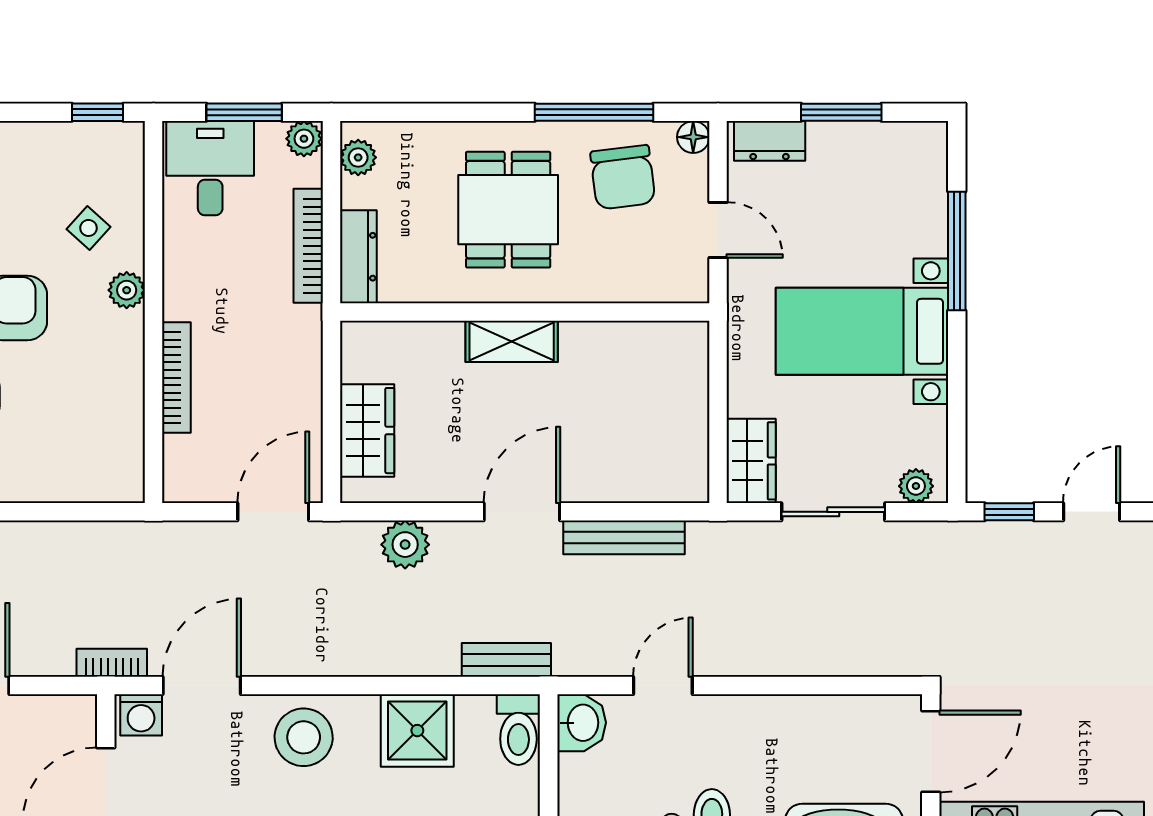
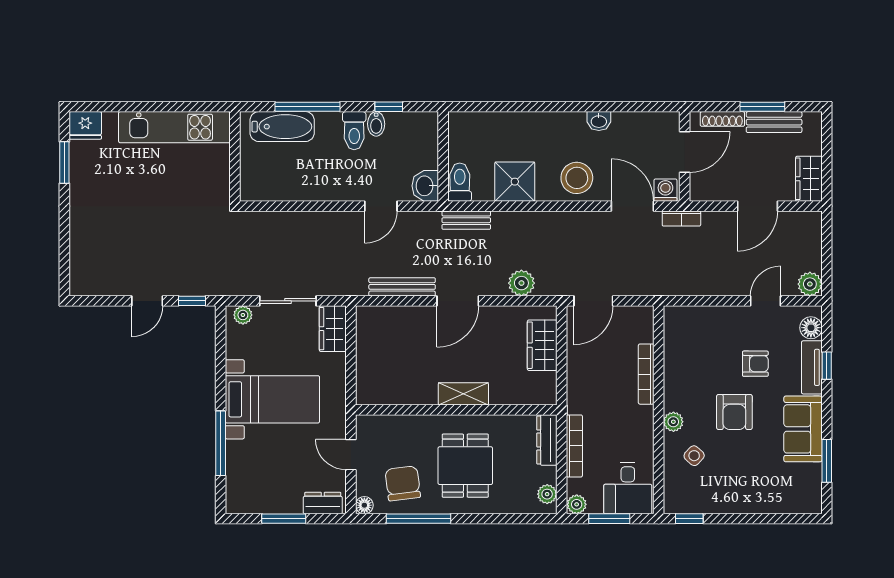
door: (202, 685) -> (632, 206), swing flipped
door: (931, 751) -> (235, 170), removed

